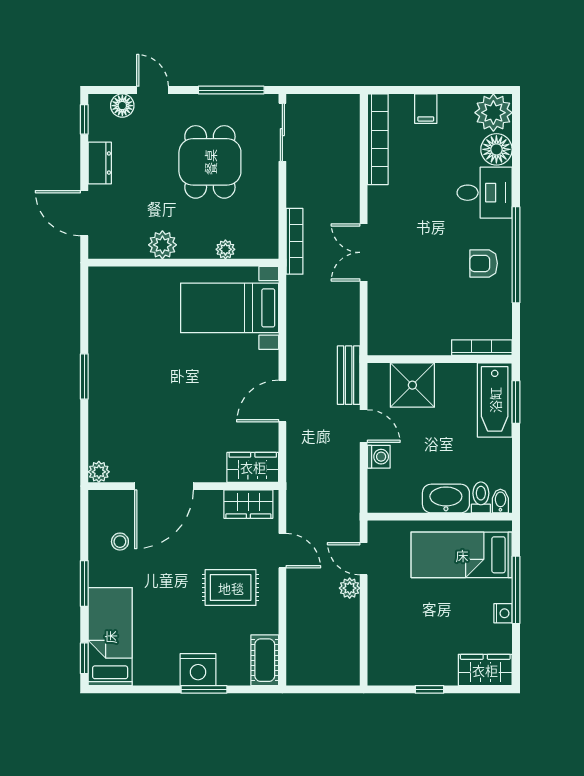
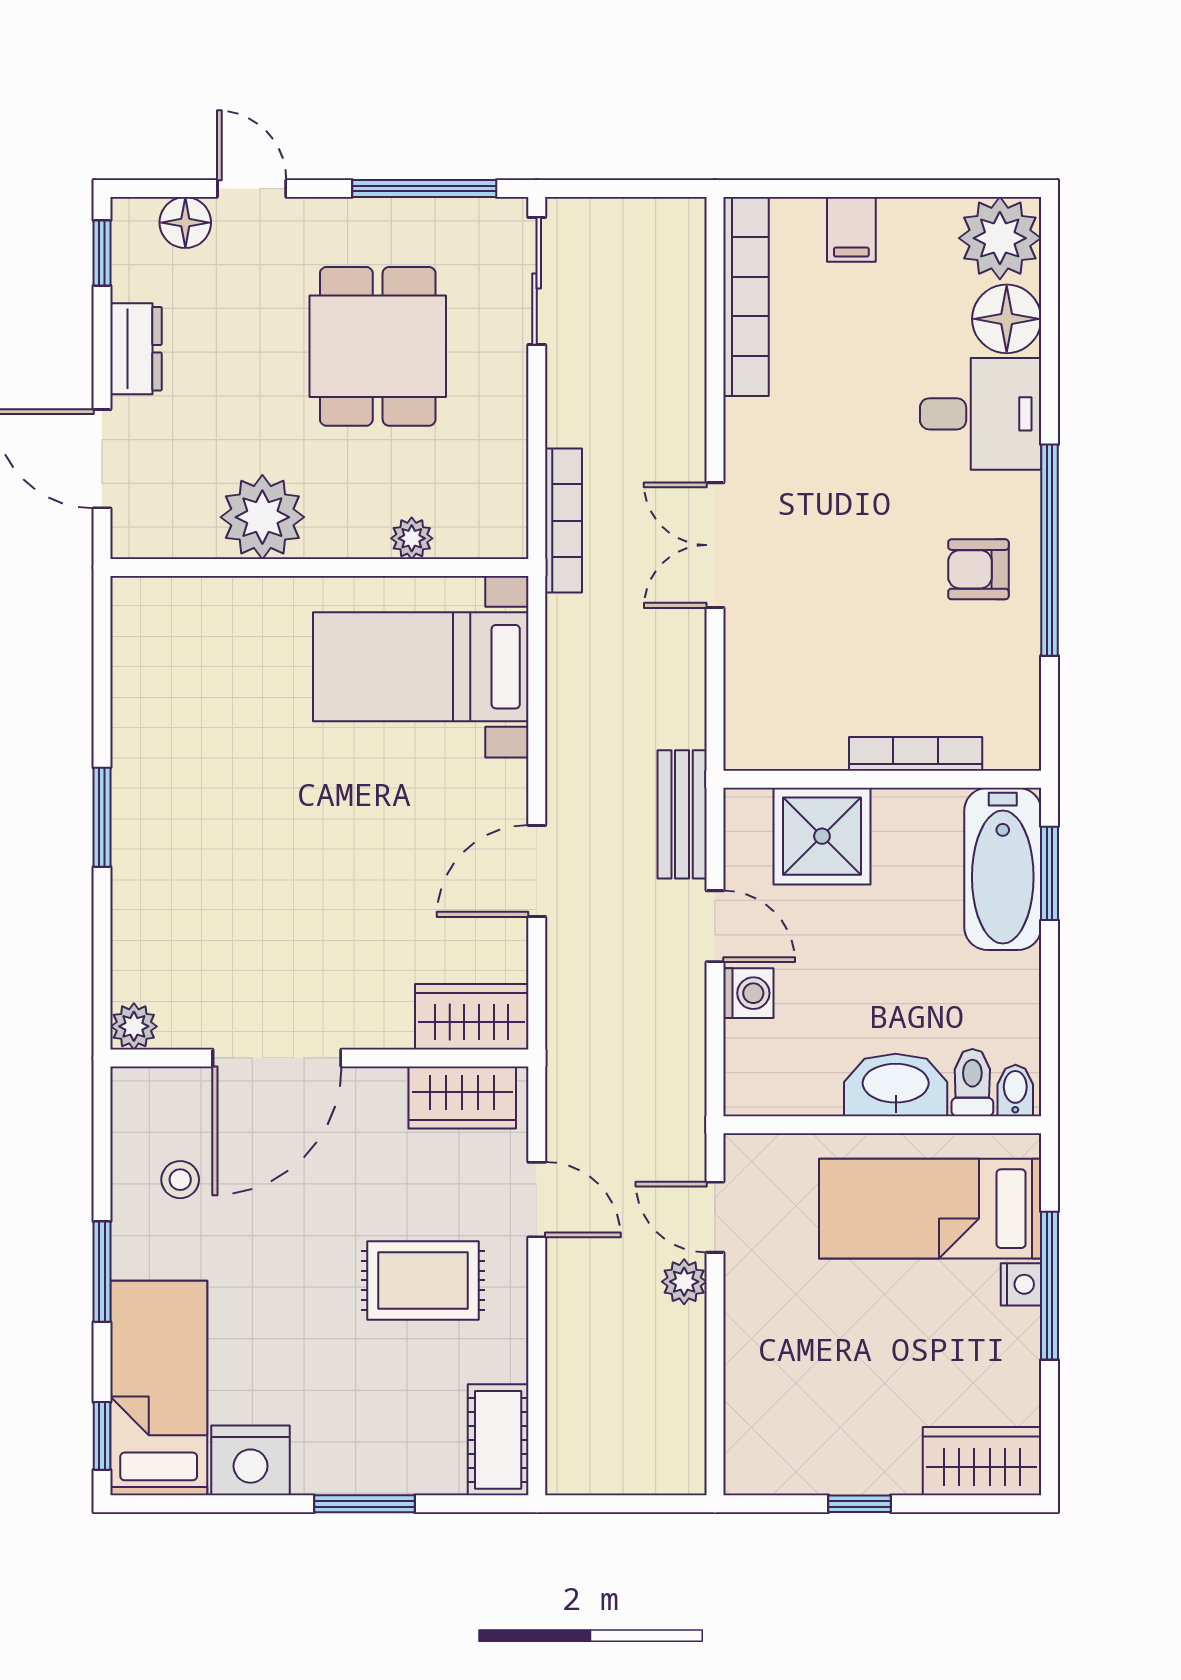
plant: (162, 245) -> (262, 517), width x1.36, depth x1.36
bookcase: (482, 348) -> (916, 754), moved
nightstand: (503, 613) -> (1021, 1284), moved
nightstand: (198, 670) -> (251, 1460), moved

